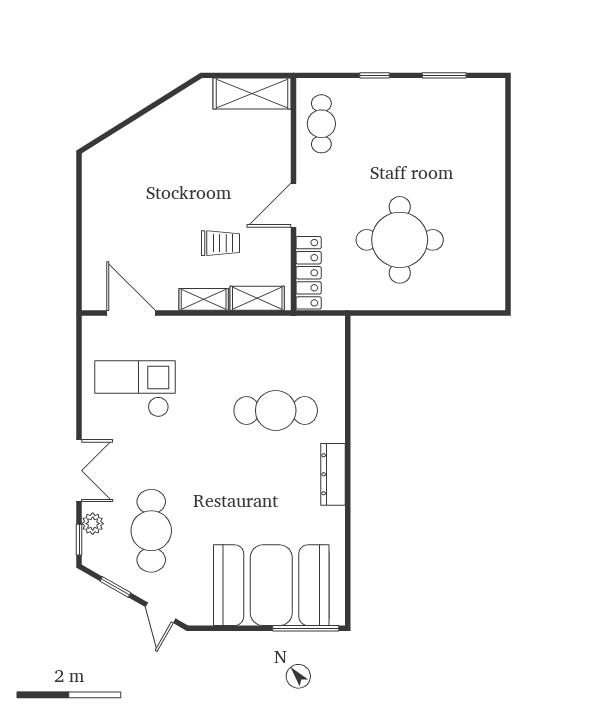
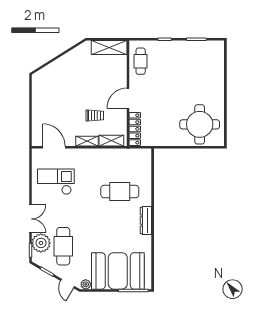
round table: (400, 240) -> (200, 124), moved
plant: (93, 524) -> (41, 243), width x1.87, depth x1.87
plant: (201, 615) -> (86, 284), added

